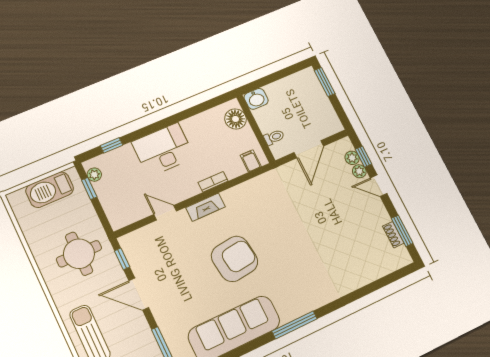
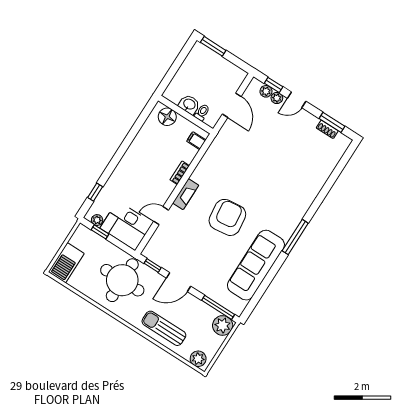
washbasin: (256, 99) -> (189, 104), moved, turned -90
desk: (163, 150) -> (126, 226), moved, turned -90
barbecue: (50, 190) -> (66, 263), moved
round table: (79, 254) -> (122, 280), width x1.36, depth x1.36

